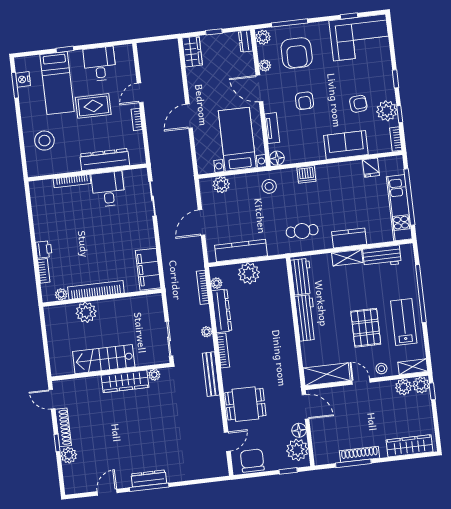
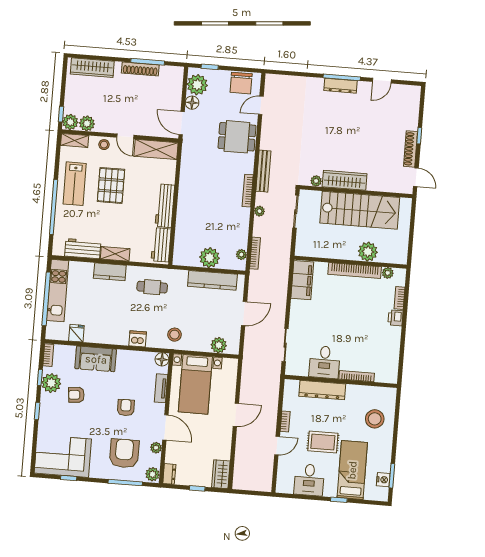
dresser: (222, 311) -> (242, 228), removed
stairs: (104, 359) -> (360, 210), width x1.36, depth x1.51
plant: (69, 455) -> (411, 122), removed

